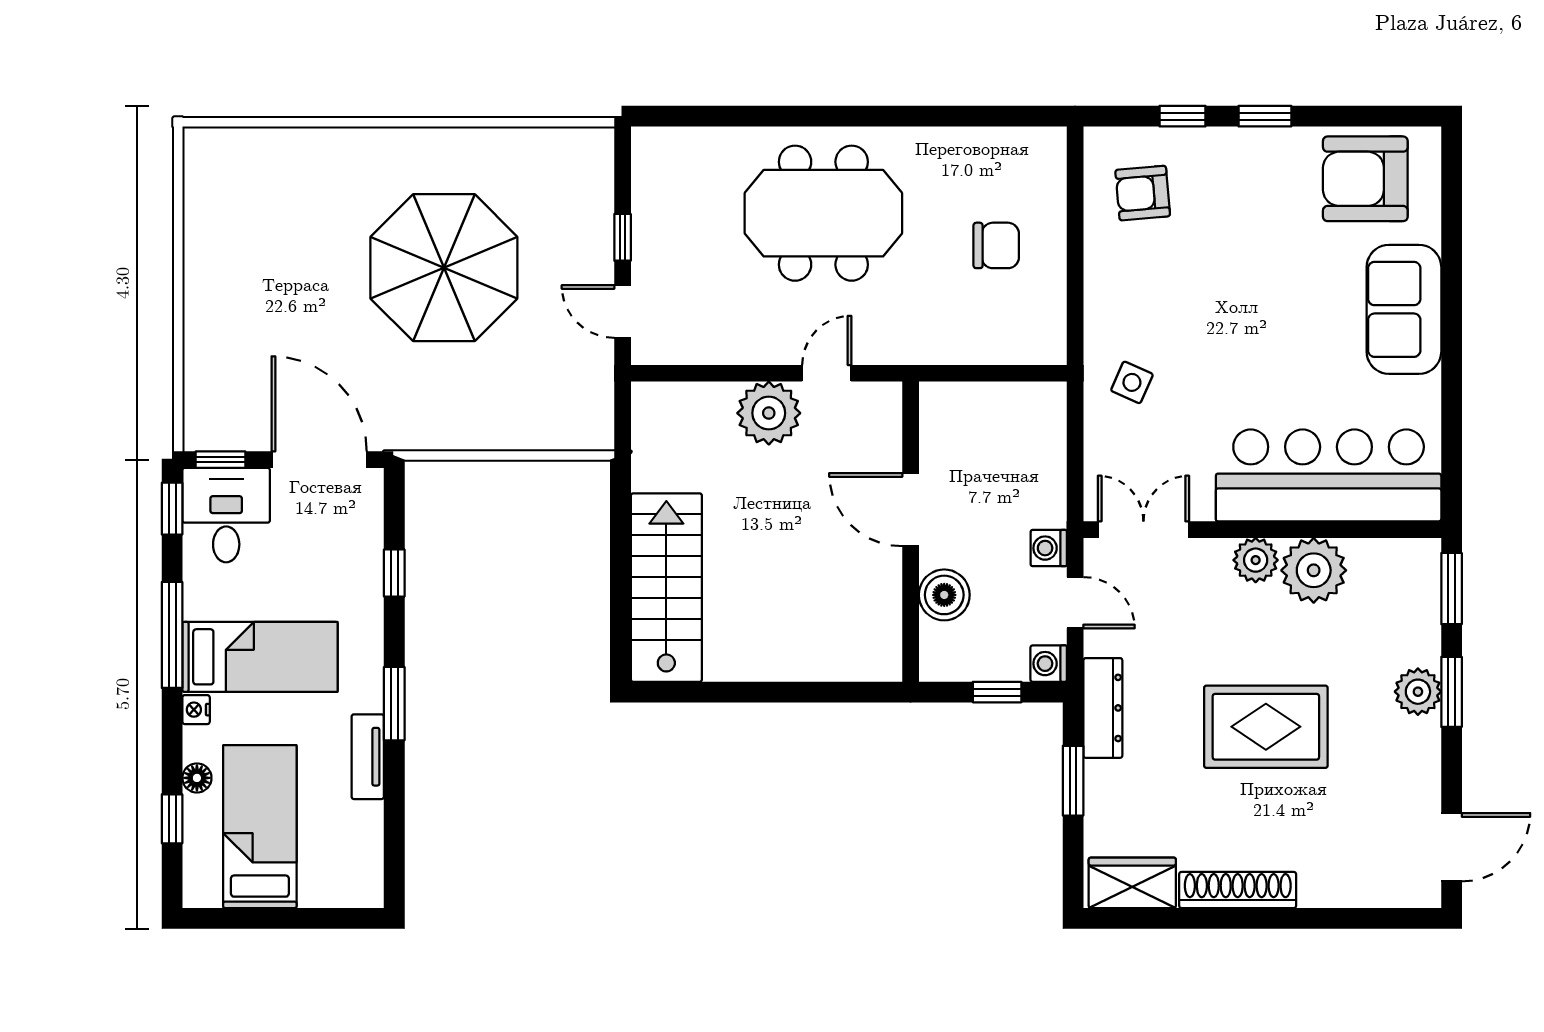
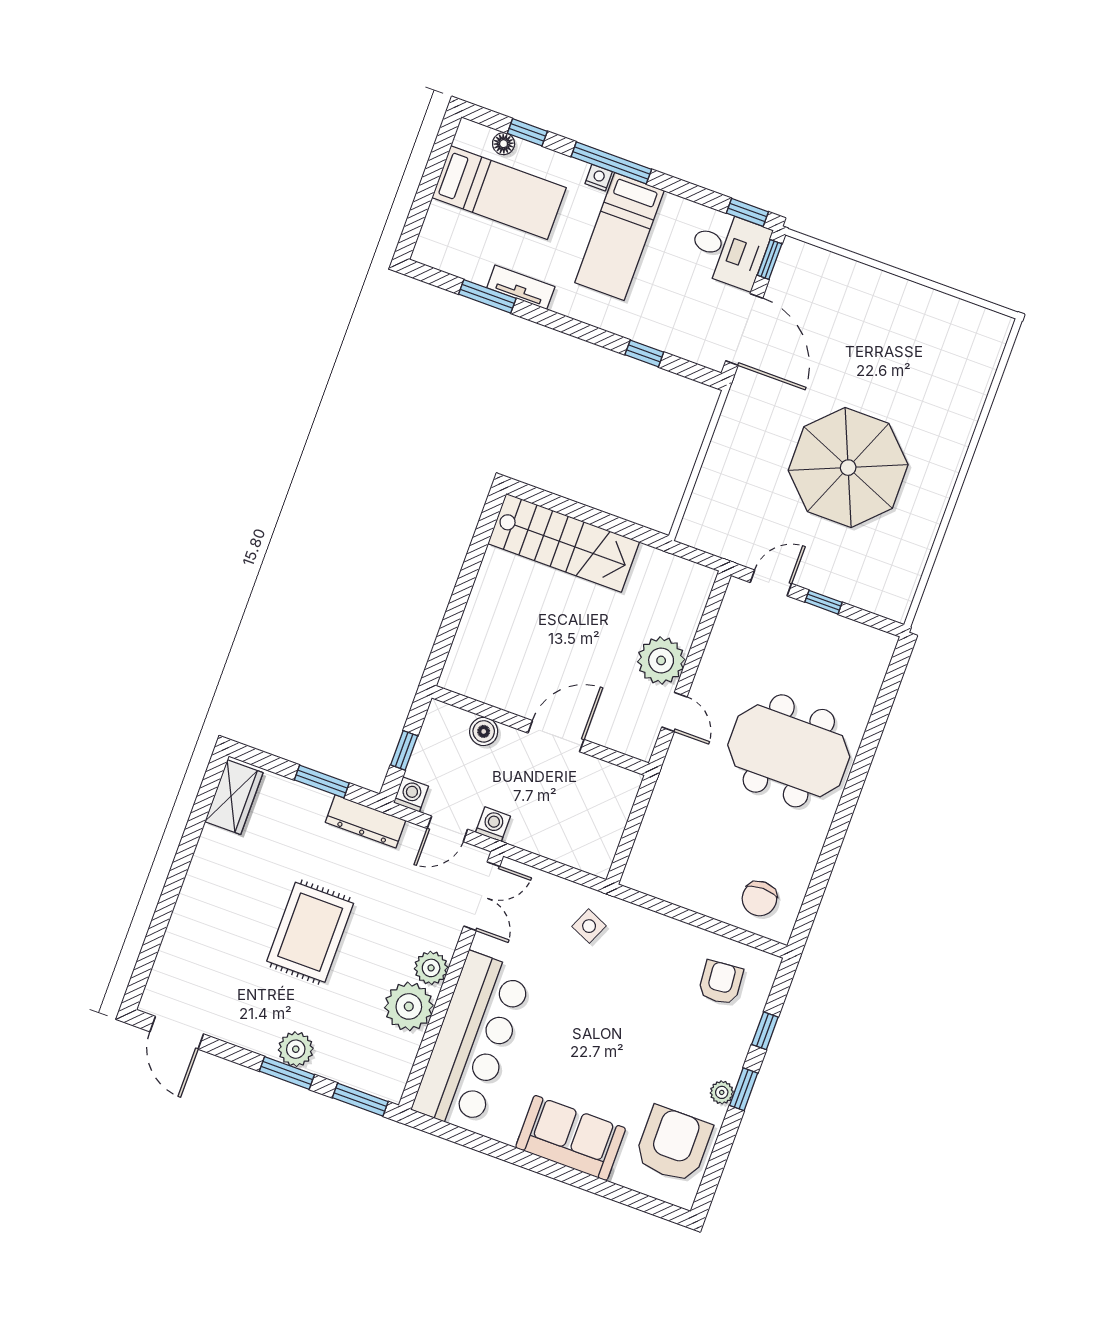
plant: (1279, 142) -> (722, 1092), added
meeting table: (823, 213) -> (789, 751), turned 90
chair: (996, 245) -> (759, 899), moved
door: (319, 460) -> (744, 329), hinge flipped
boiler: (944, 595) -> (484, 731), width x0.73, depth x0.73
window: (172, 635) -> (611, 163), moved
window: (394, 704) -> (487, 296), moved
floor lamp: (197, 778) -> (504, 144), moved
shoe rack: (1238, 890) -> (202, 870), removed

